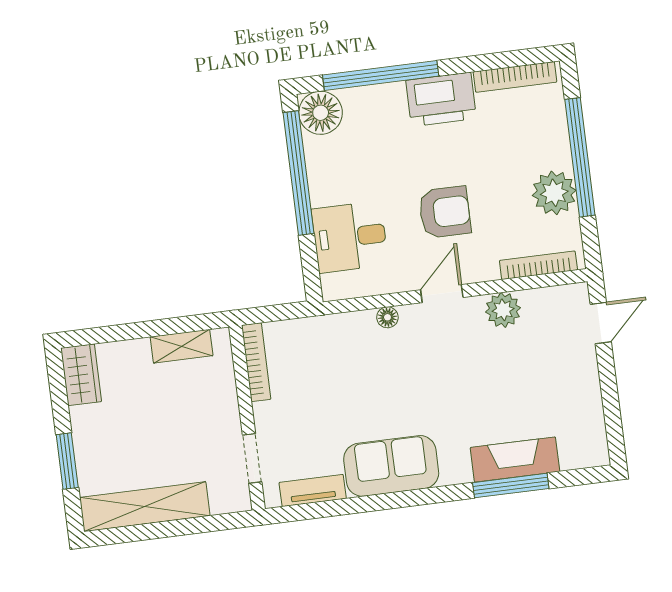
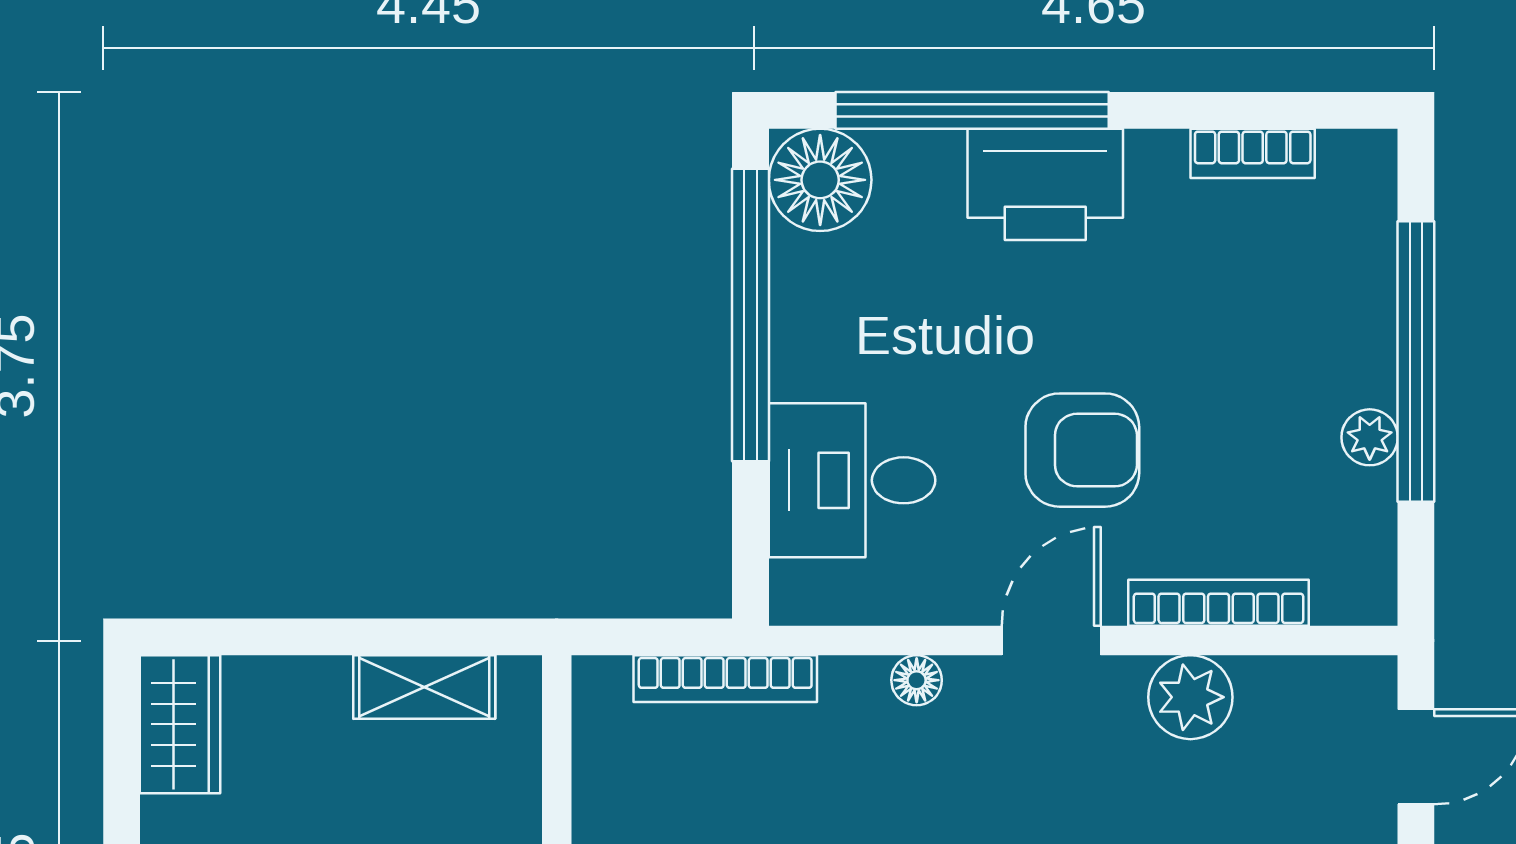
bookcase: (515, 77) -> (1253, 153), width x0.64
printer: (441, 99) -> (1045, 184), moved
plant: (554, 193) -> (1370, 437), width x0.53, depth x0.53
bookcase: (538, 265) -> (1219, 603), moved
bookcase: (256, 362) -> (725, 679), moved, turned 90

